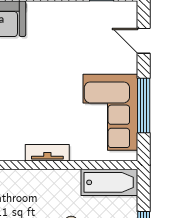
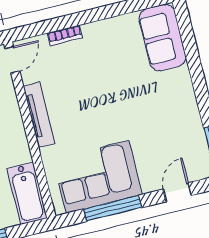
tv unit: (47, 153) -> (39, 115), width x1.41

